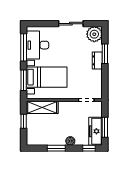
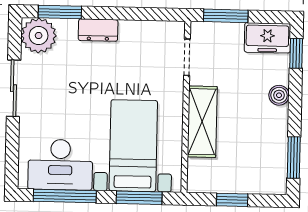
window: (105, 54) -> (60, 12), moved
shelving: (42, 107) -> (202, 122), moved
window: (105, 127) -> (226, 16), moved
freezer: (96, 131) -> (267, 38), width x0.71
window: (56, 148) -> (294, 157), moved

